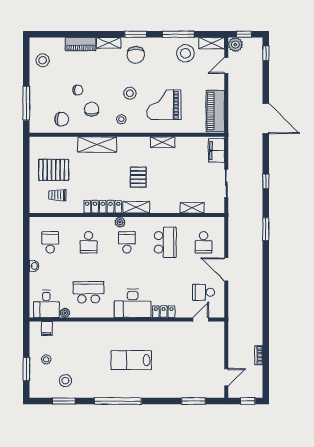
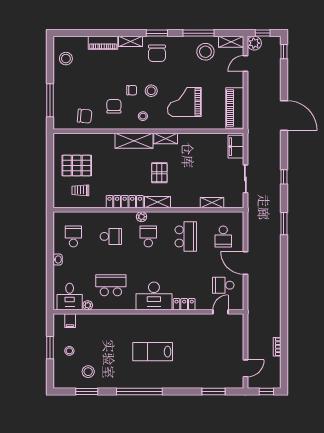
chair: (78, 90) -> (132, 90), moved
shelving: (163, 142) -> (166, 139), moved
shelving: (97, 144) -> (134, 141), moved
school desk: (89, 242) -> (111, 236), turned -90
window: (26, 369) -> (50, 348), moved

